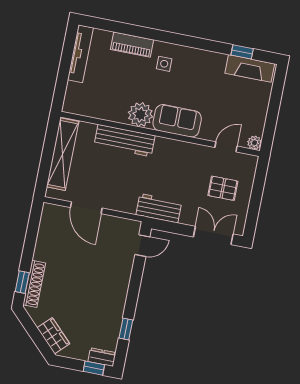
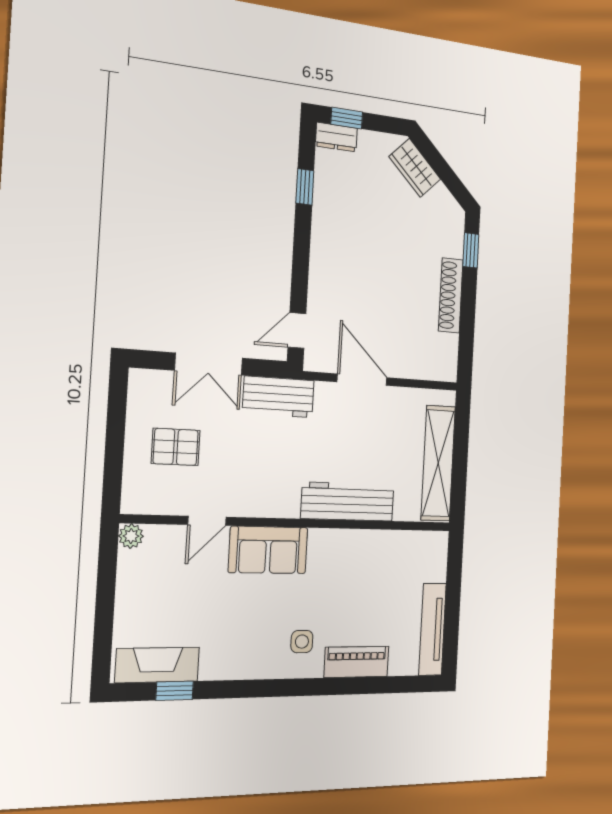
plant: (140, 115) -> (328, 549), removed
door: (226, 147) -> (207, 521), moved
door: (86, 208) -> (362, 380), moved
double door: (213, 235) -> (209, 364), moved
shoe rack: (34, 284) -> (451, 295), moved

